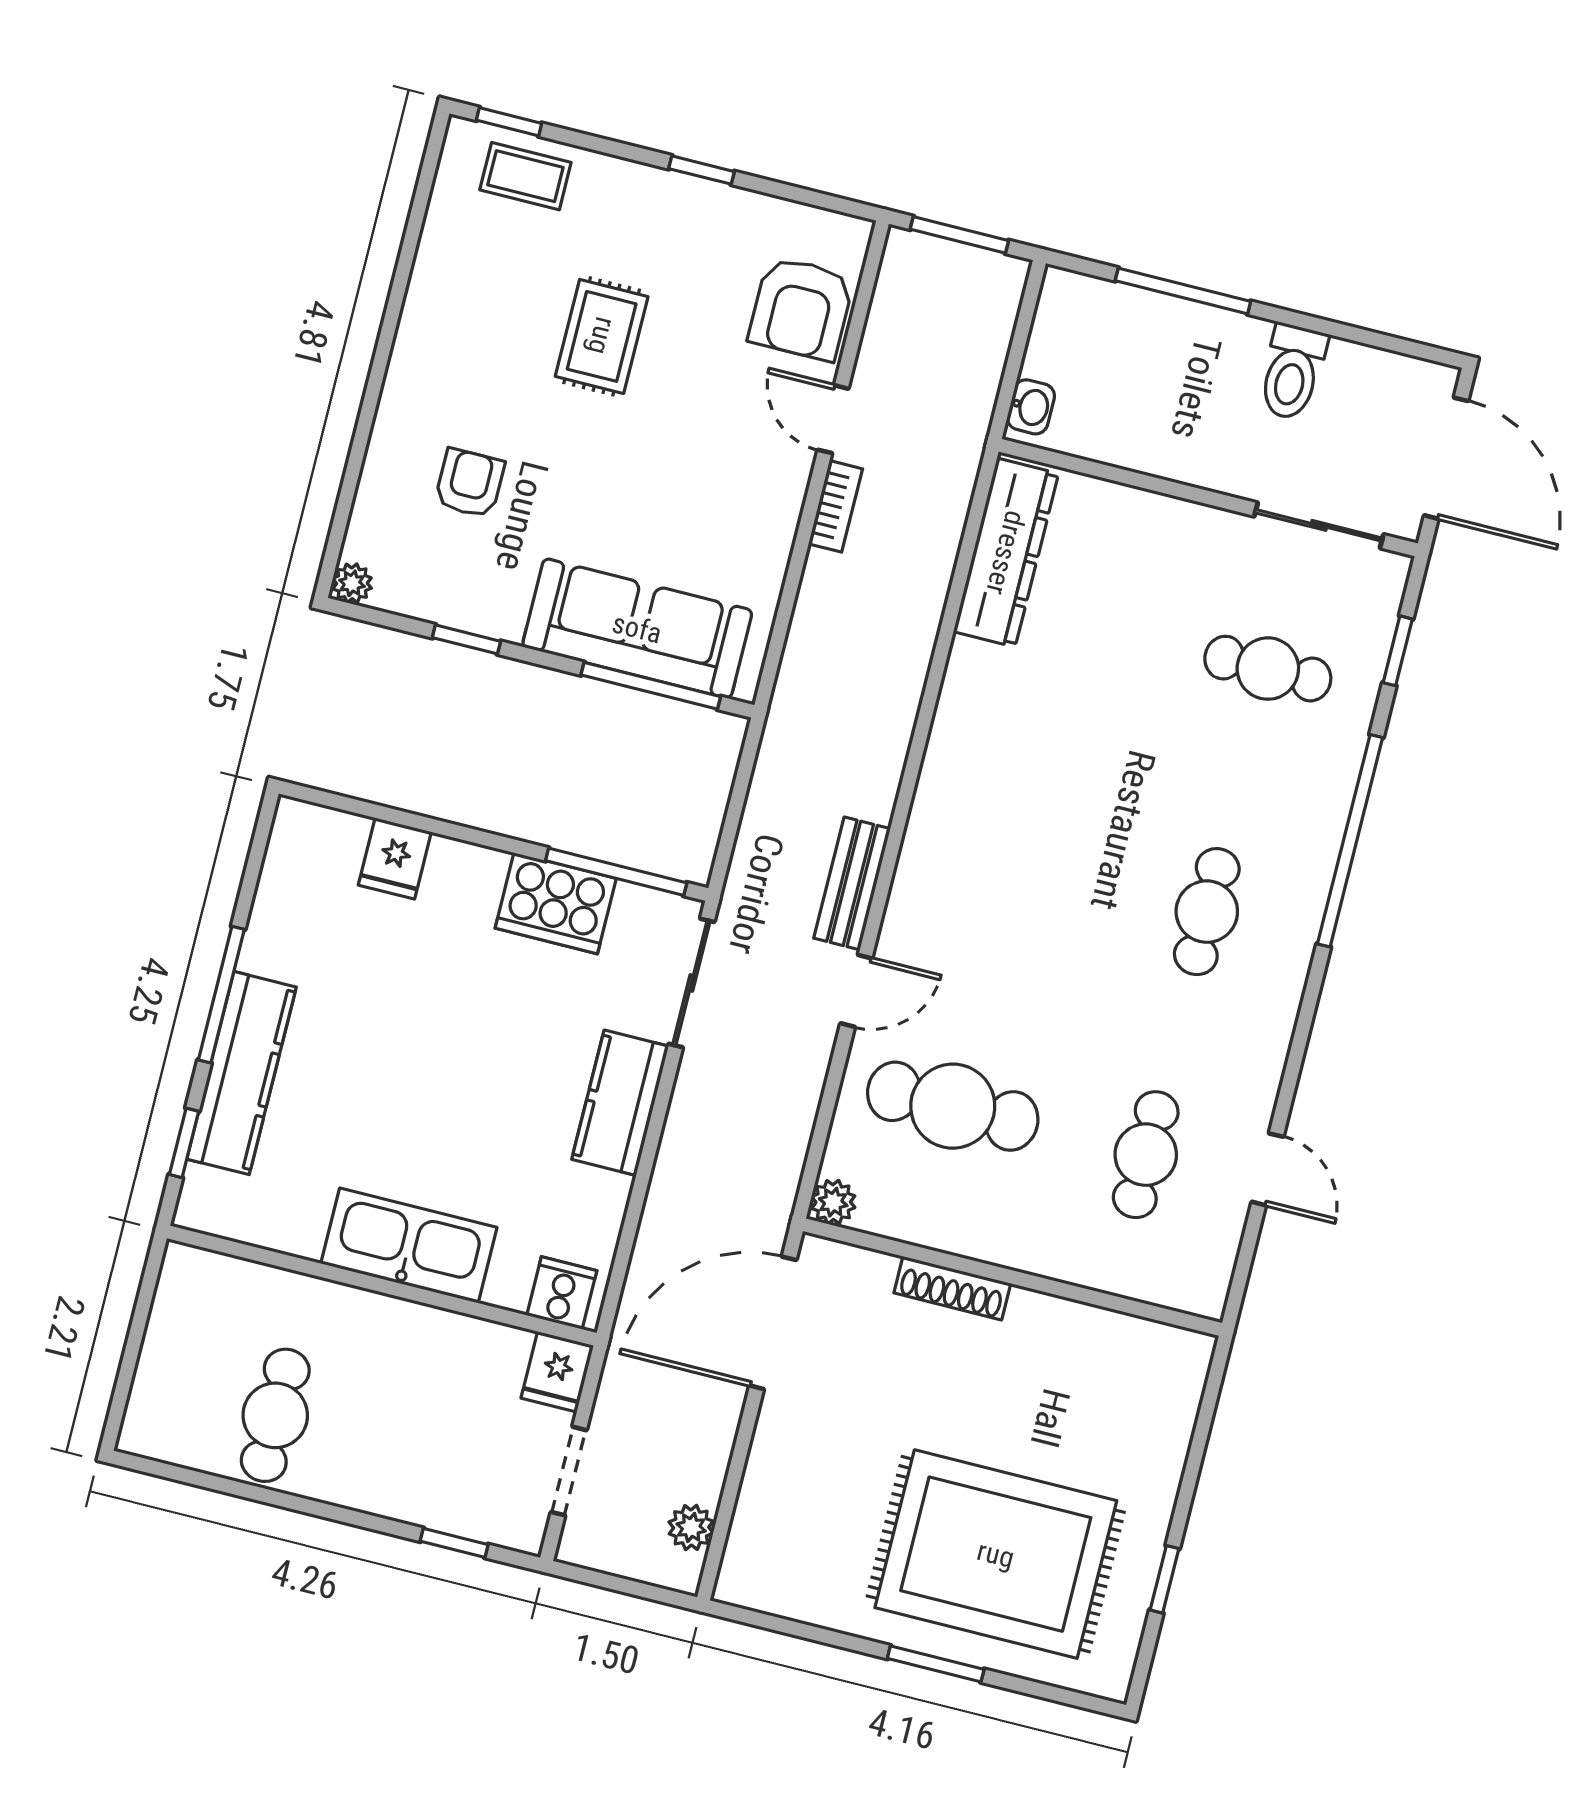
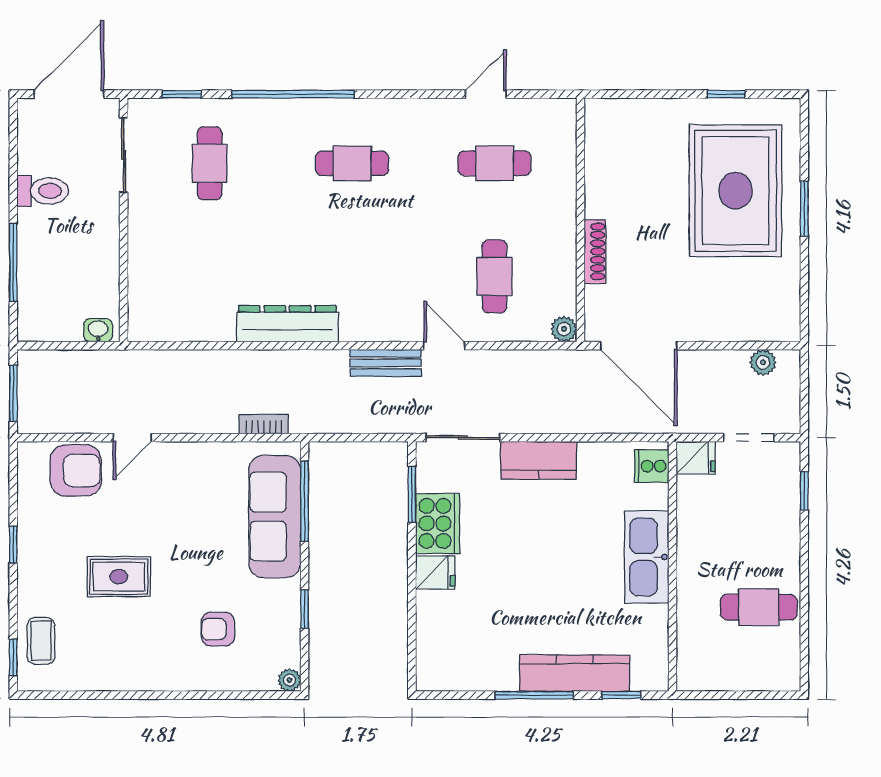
bookcase: (836, 506) -> (264, 424), moved
dresser: (1006, 553) -> (287, 324), moved
fridge: (395, 859) -> (435, 572), moved
window: (616, 872) -> (412, 494), width x0.69
cafe table: (953, 1106) -> (494, 276), width x0.73, depth x0.74

